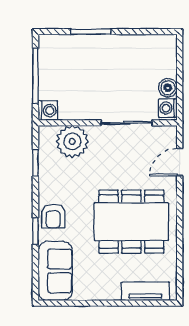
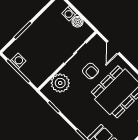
washing machine: (168, 108) -> (69, 13), moved
washing machine: (48, 111) -> (18, 61), moved
armchair: (53, 216) -> (90, 71), moved

